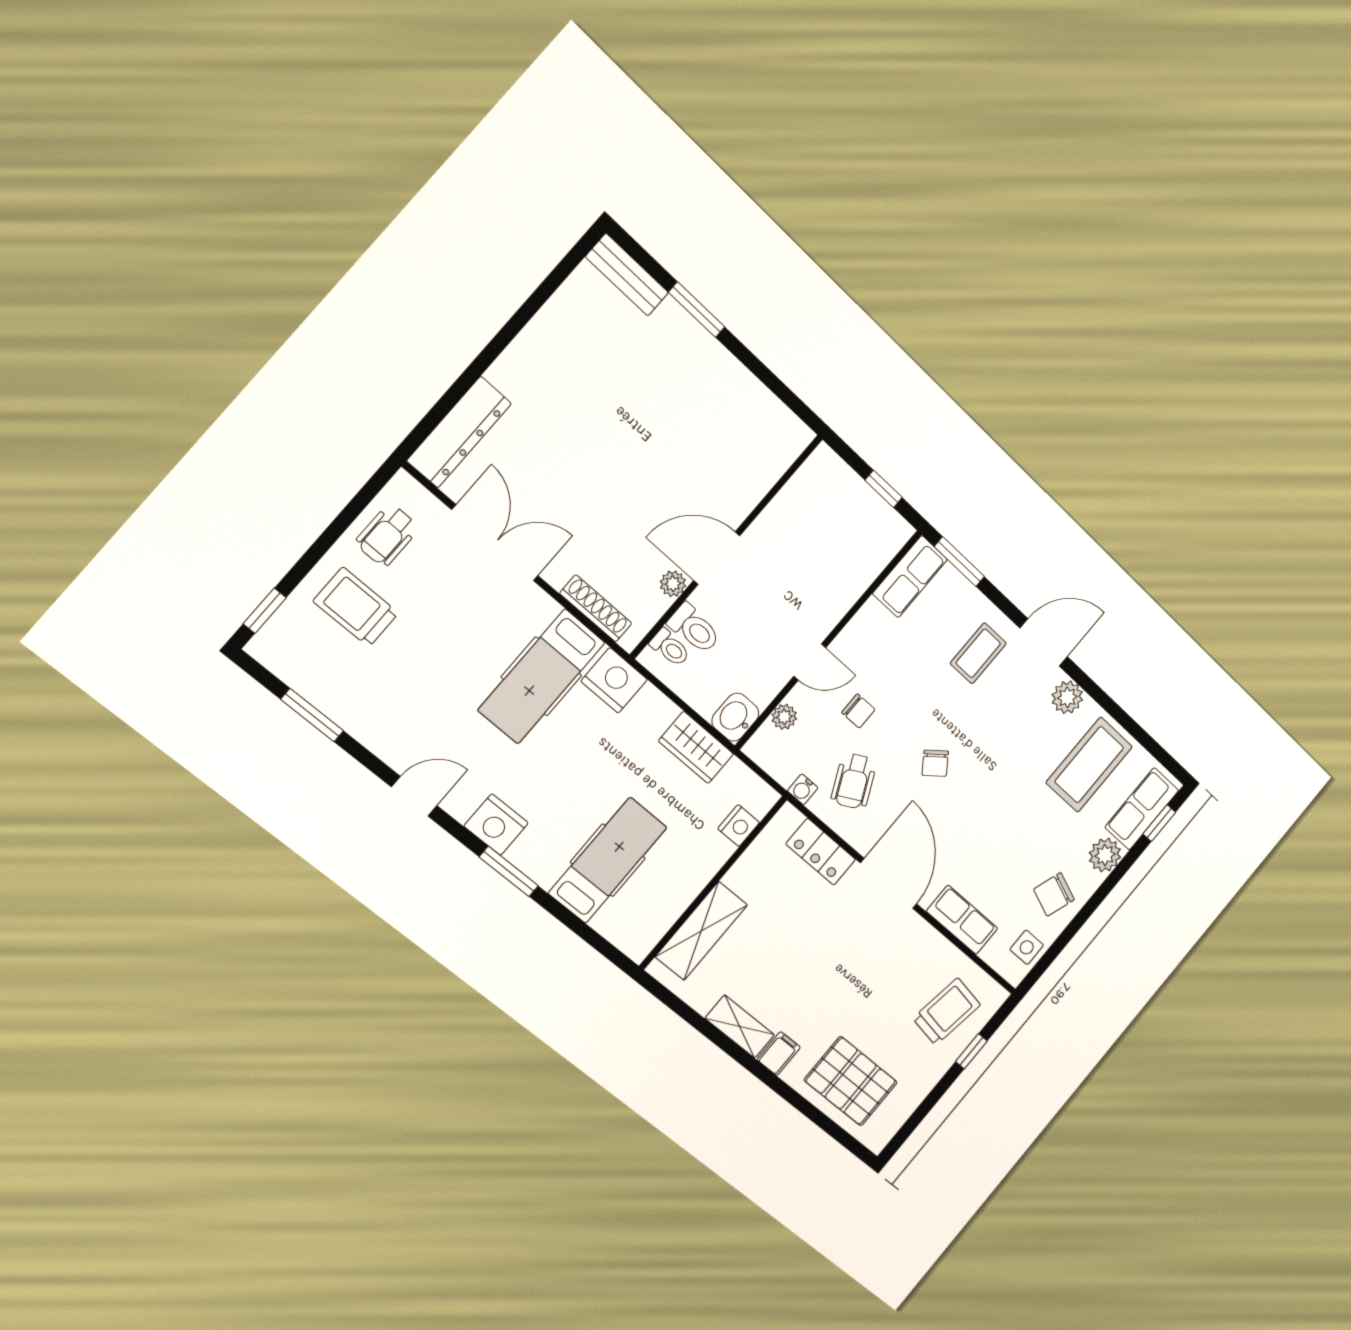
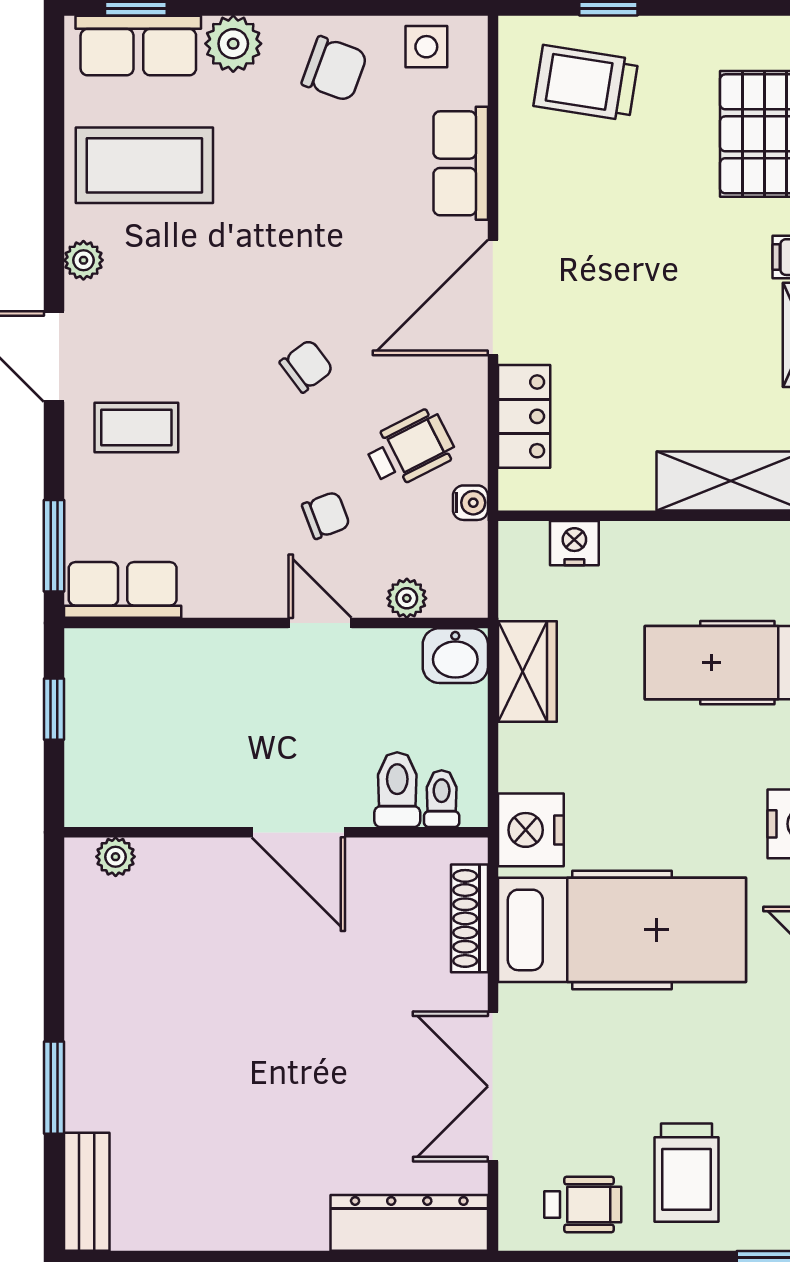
plant: (673, 584) -> (116, 857), moved
hospital bed: (541, 676) -> (622, 930), width x1.37, depth x1.29
plant: (1067, 697) -> (83, 260), width x0.73, depth x0.73
chair: (858, 711) -> (326, 515), turned 69

